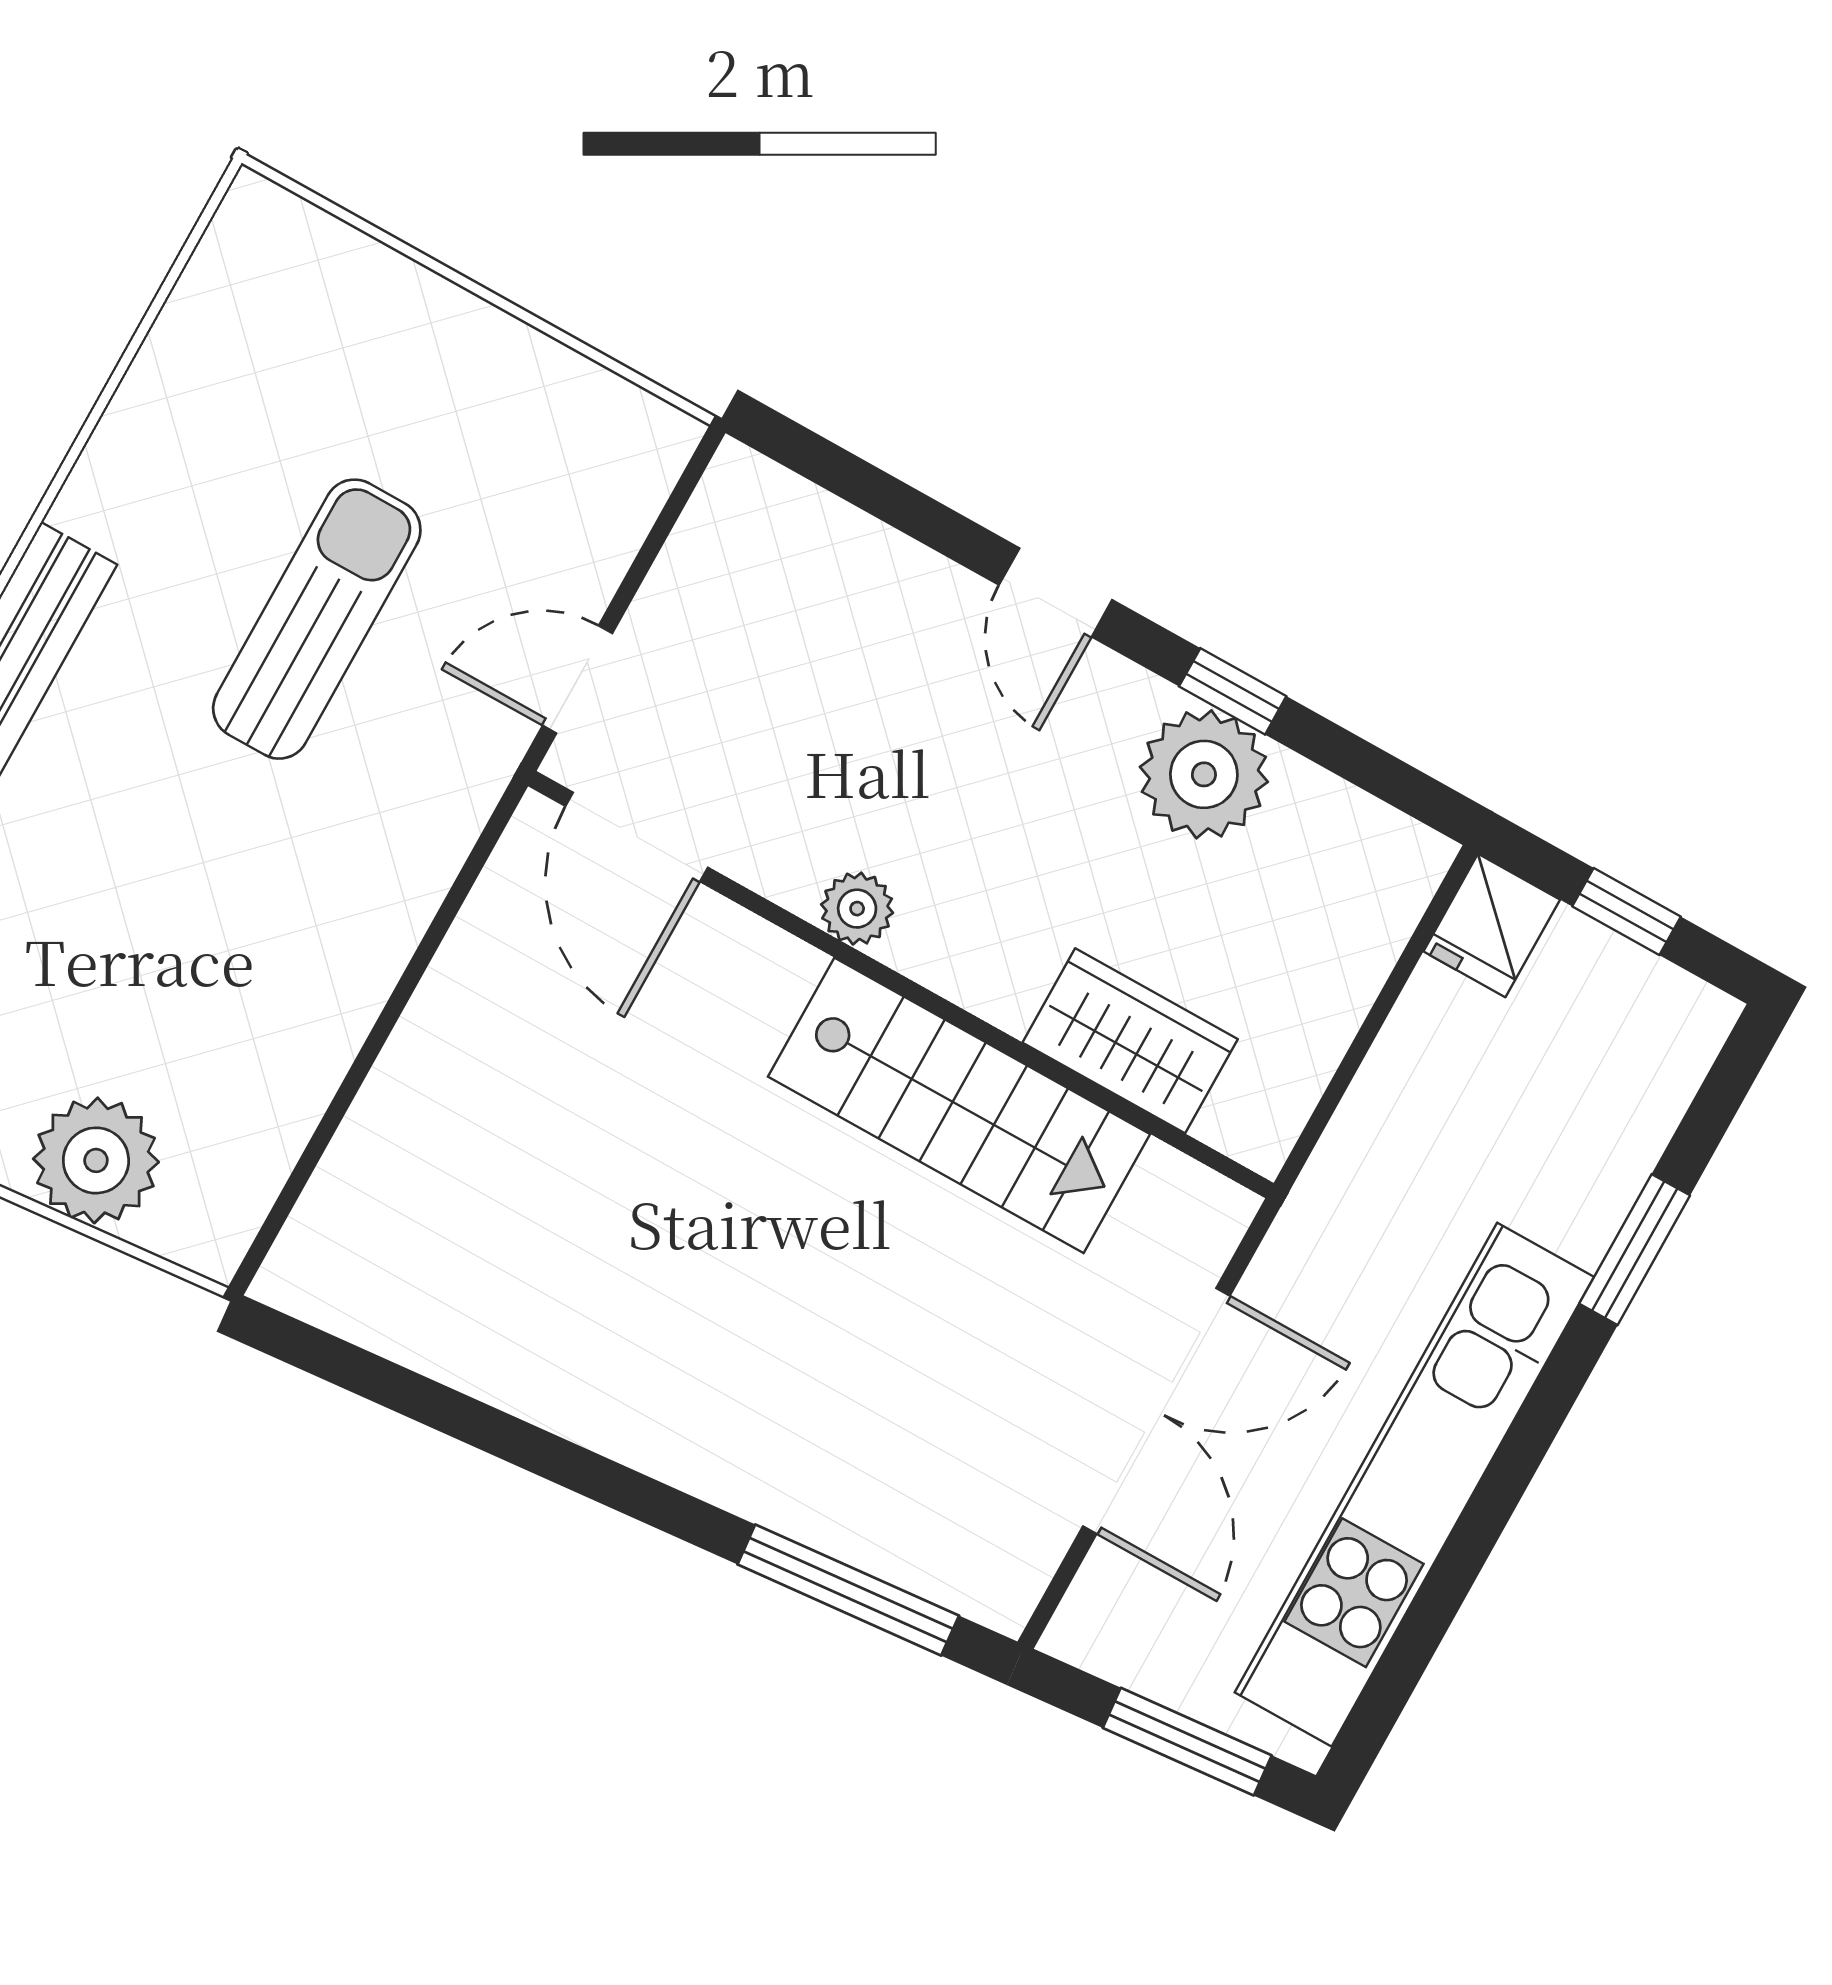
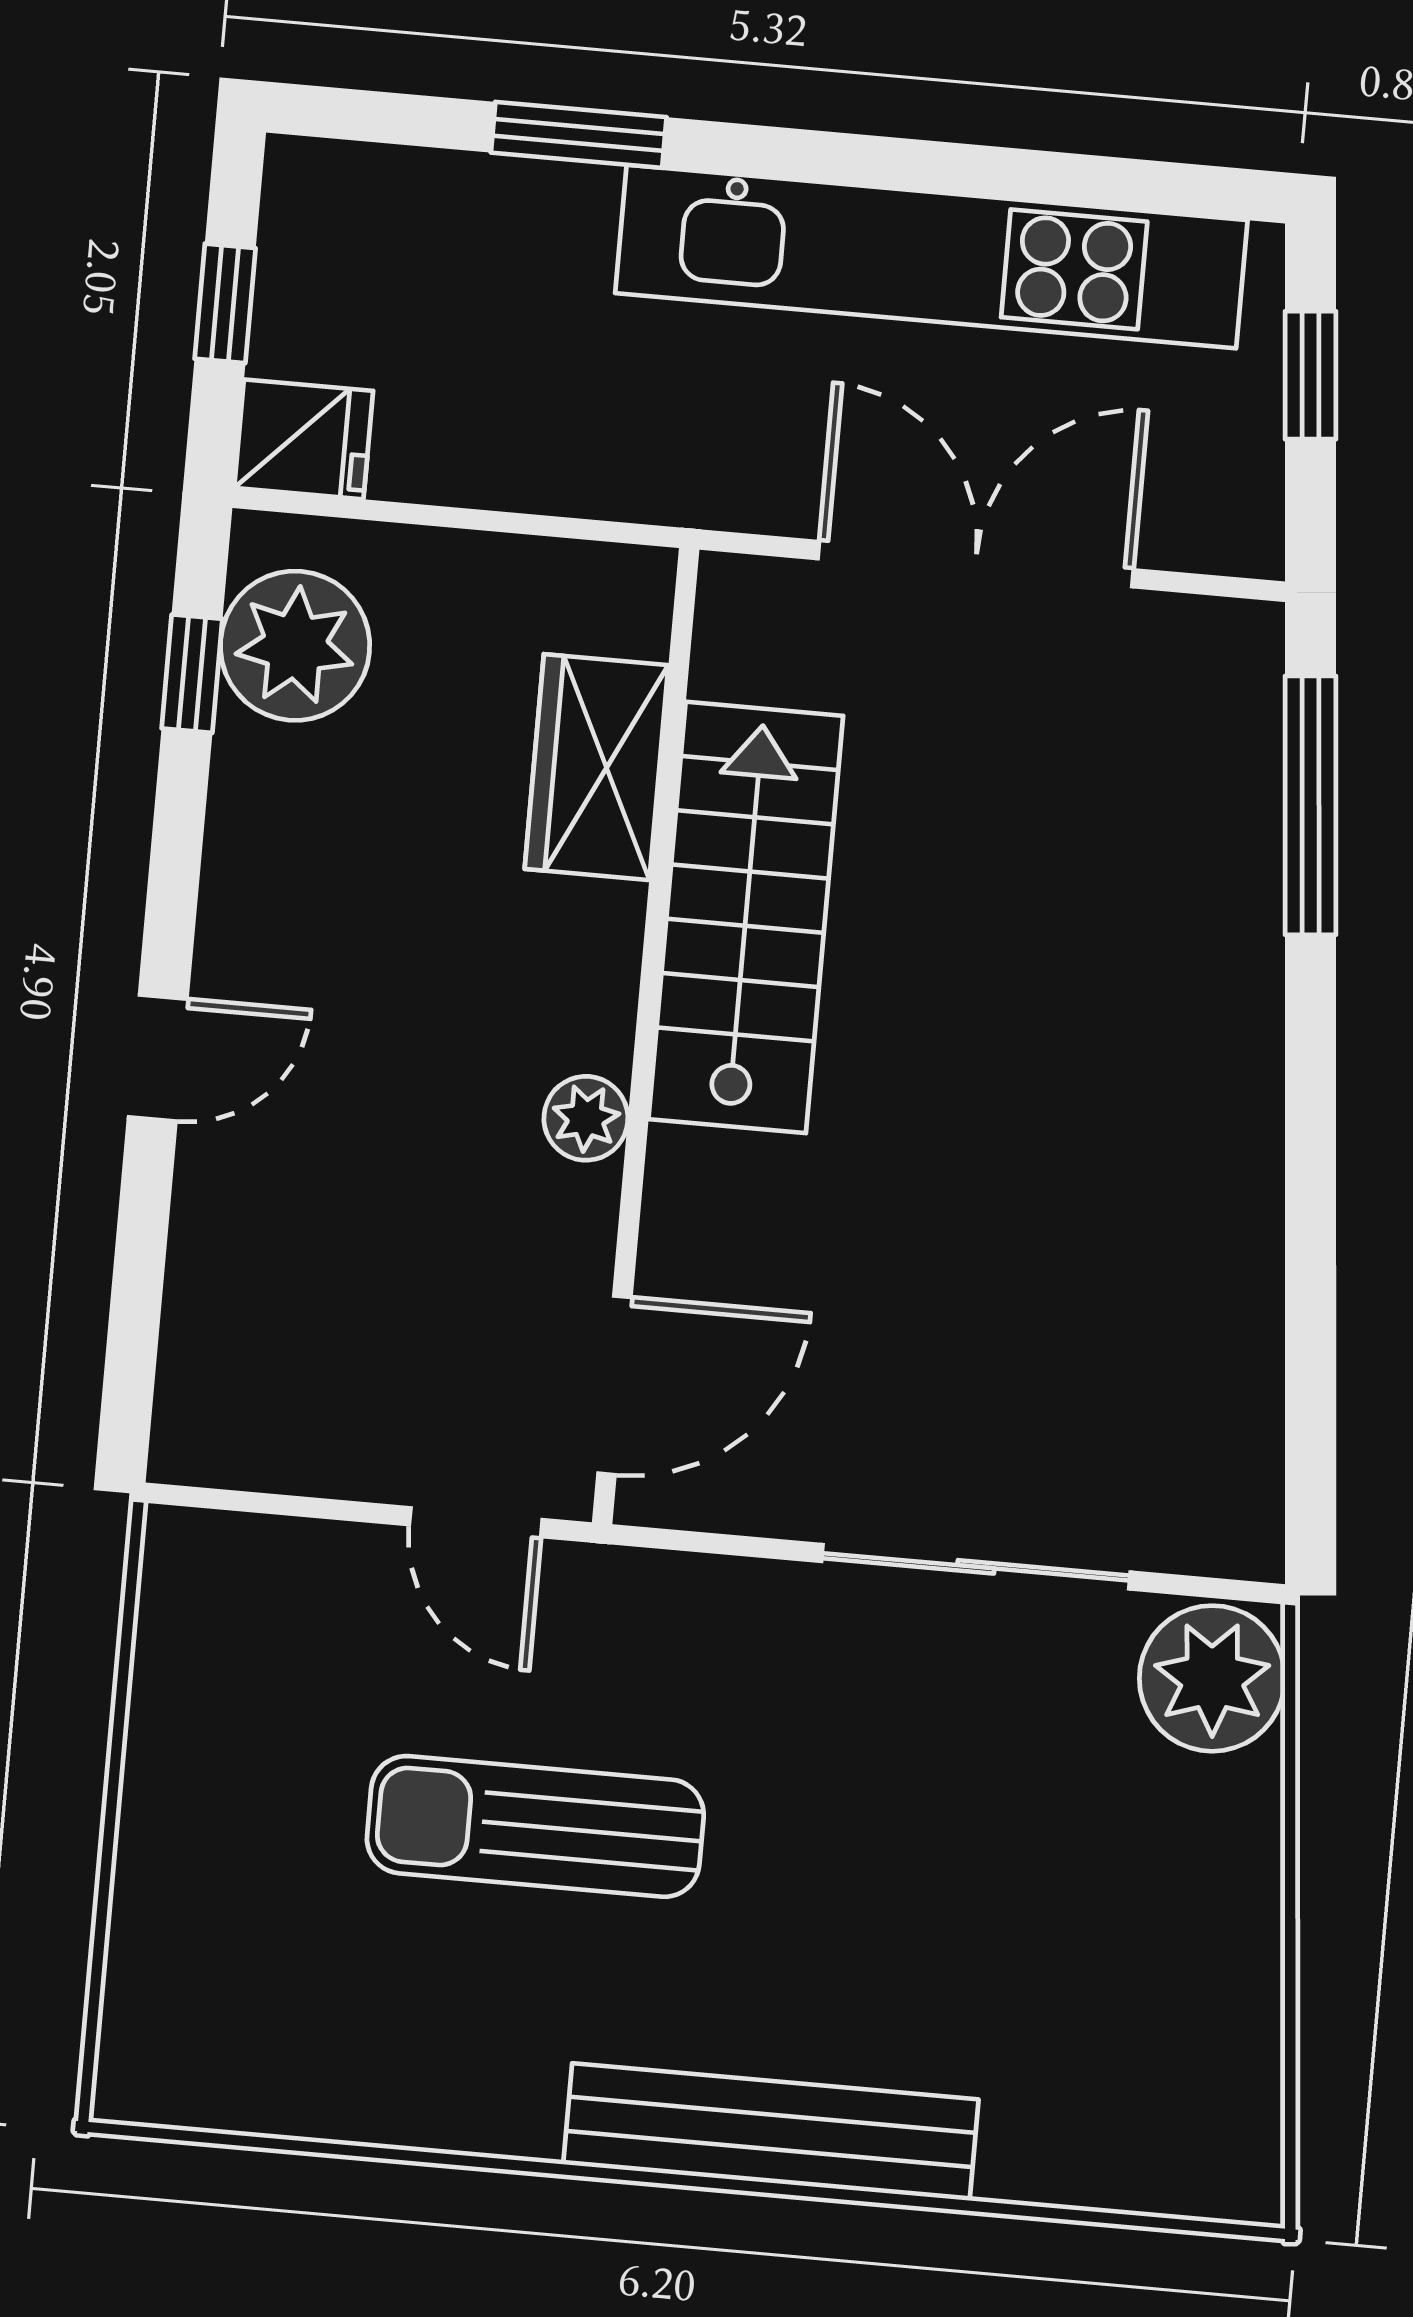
window: (1233, 691) -> (192, 674), moved
plant: (1204, 774) -> (295, 646), moved
sliding door: (366, 1058) -> (976, 1567), added
plant: (96, 1160) -> (1212, 1678), moved
window: (1187, 1742) -> (1310, 375), width x0.67

